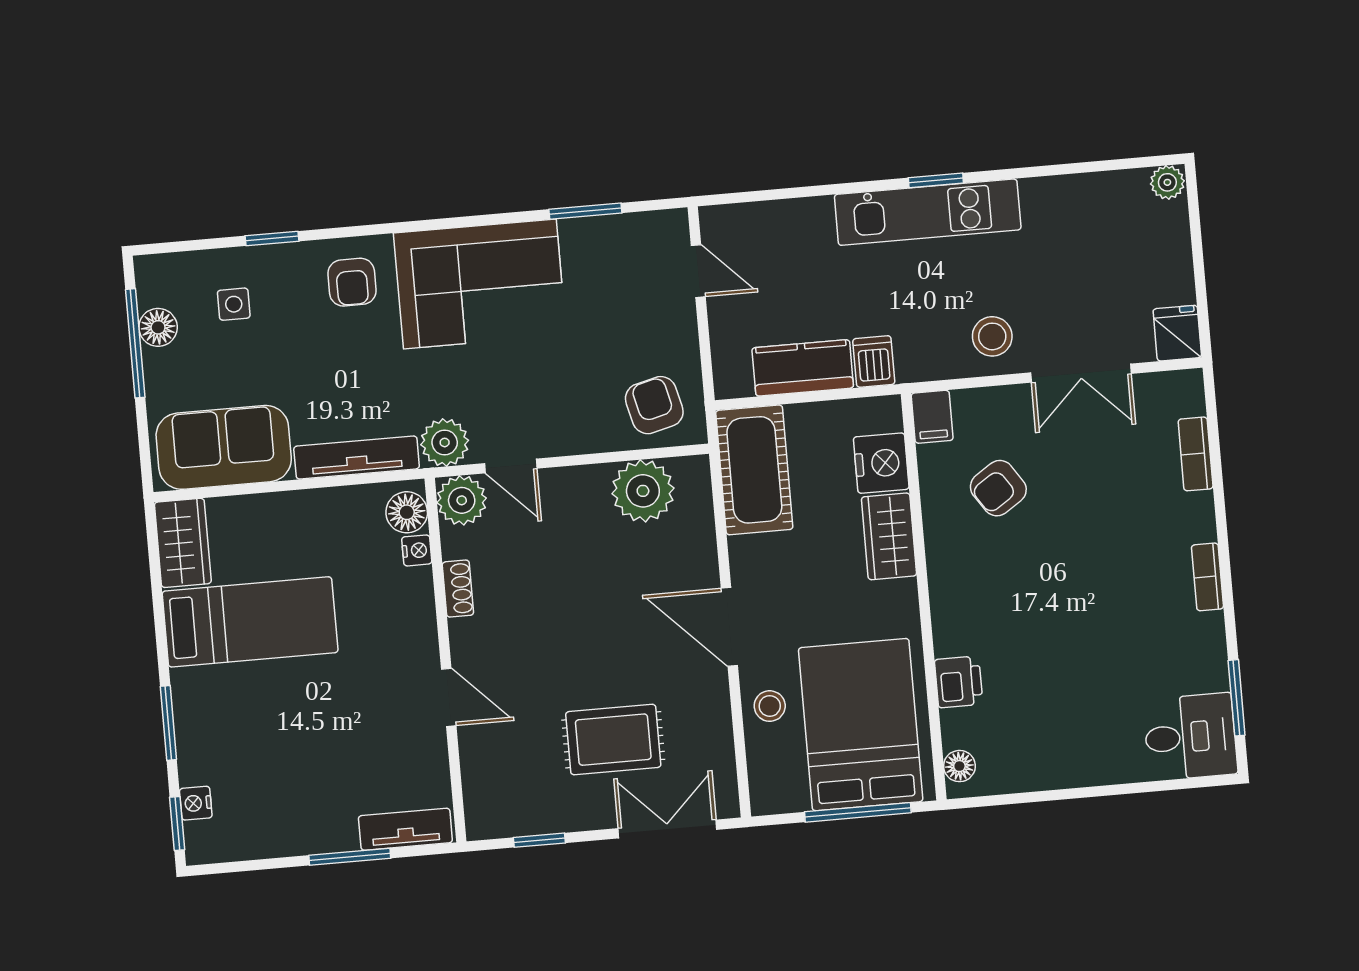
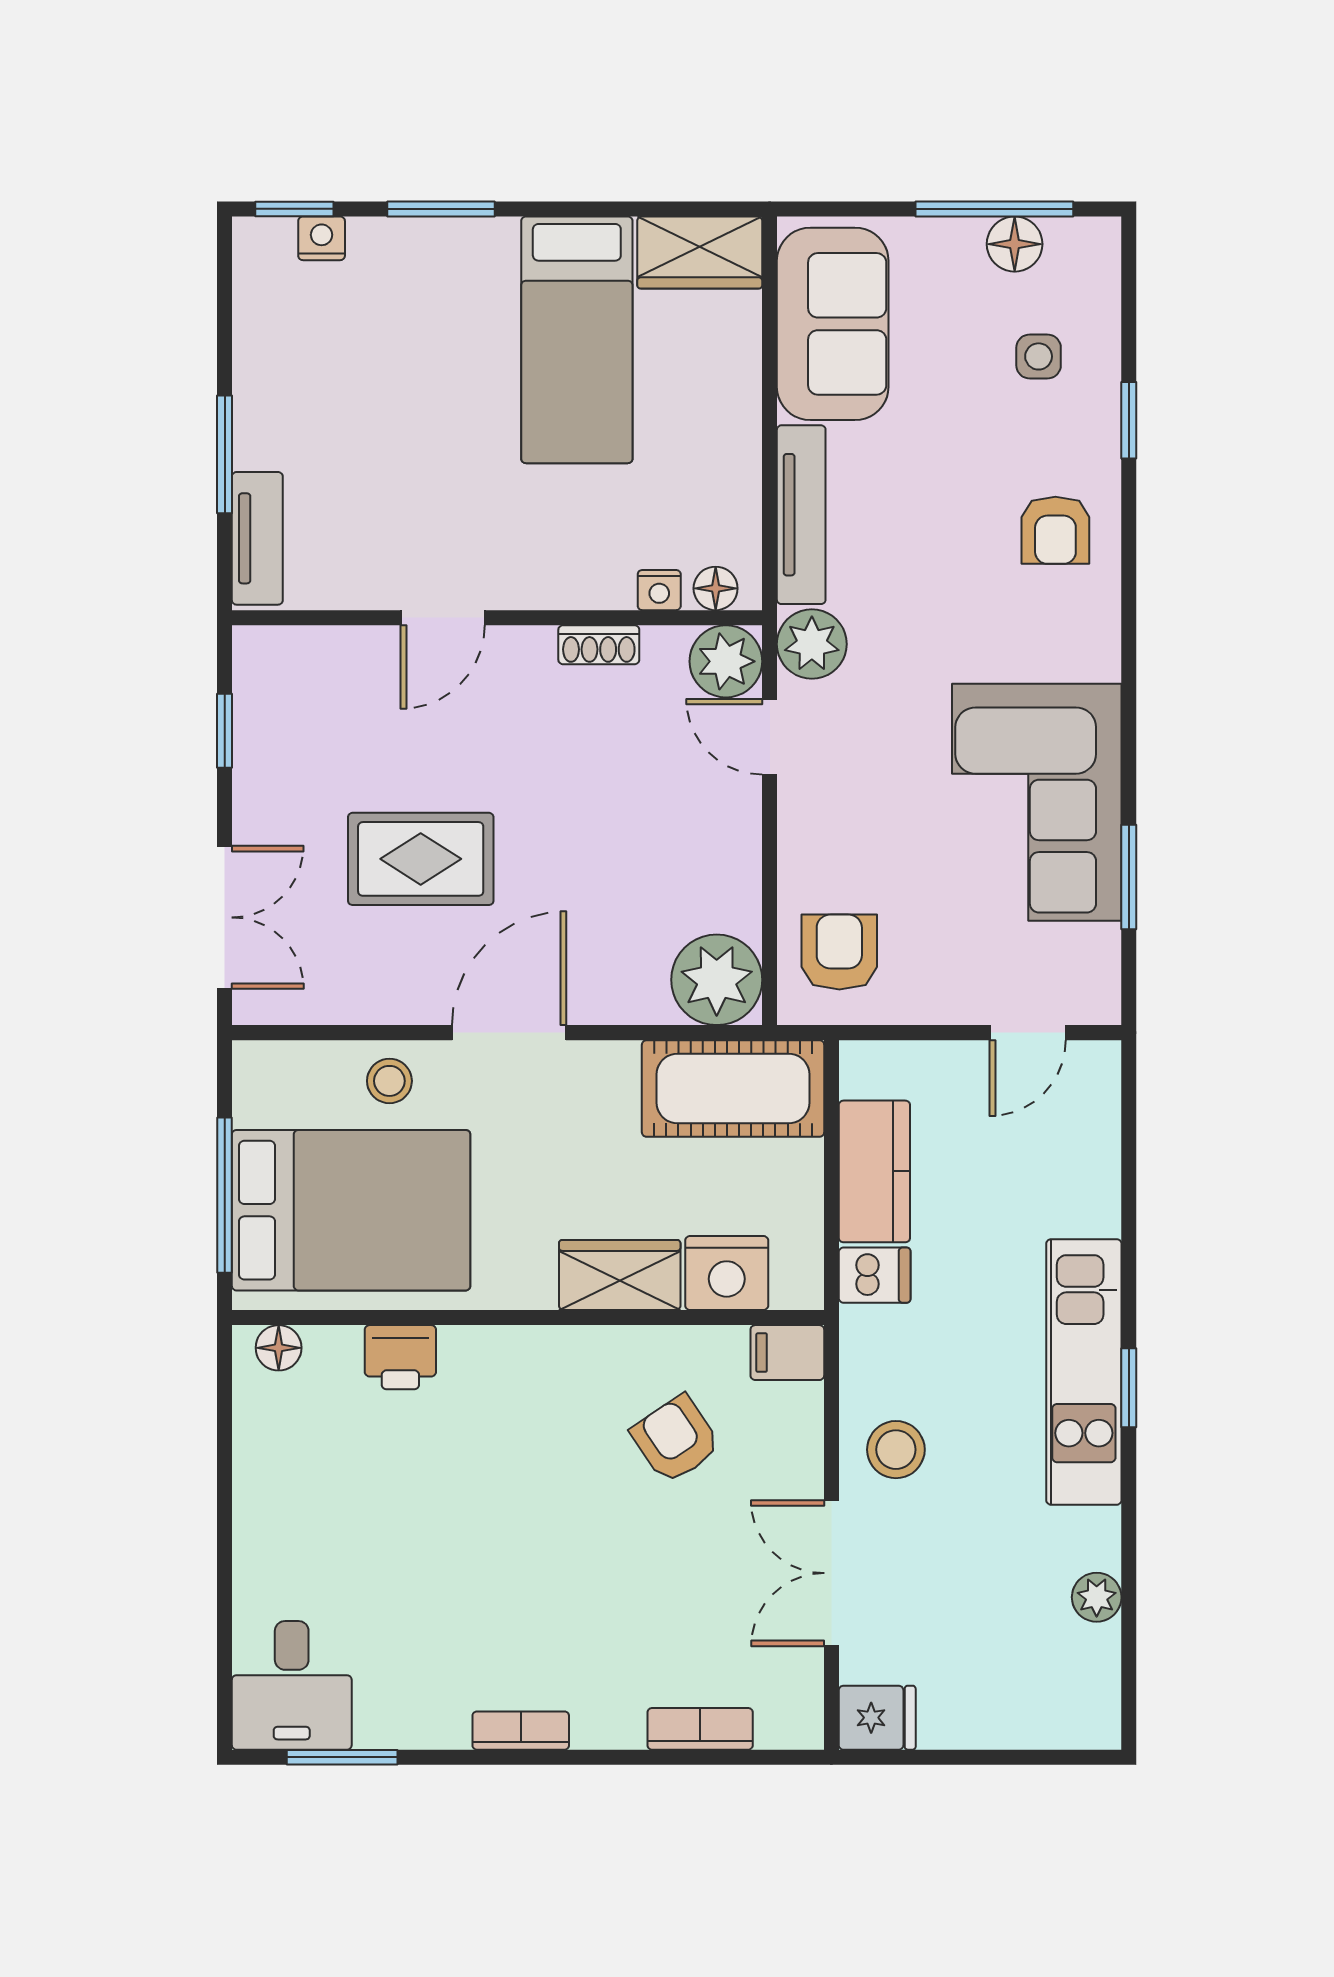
plant: (1167, 182) -> (1097, 1597), moved
armchair: (352, 282) -> (1055, 530), turned -90
corner sofa: (480, 284) -> (1037, 802), moved
armchair: (654, 405) -> (839, 952), turned -76
door: (511, 466) -> (770, 737), hinge flipped
plant: (643, 491) -> (717, 980), moved
floor lamp: (407, 512) -> (716, 588), width x0.73, depth x0.73
rug: (613, 740) -> (421, 859), moved, turned 90

